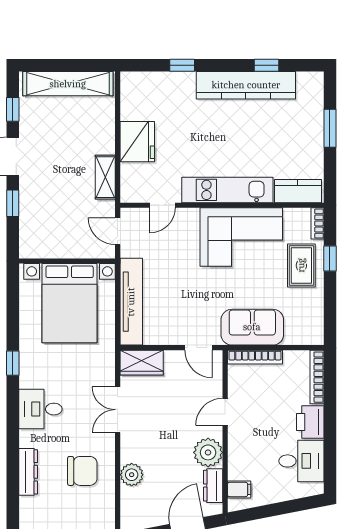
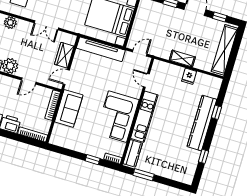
kitchen counter: (246, 85) -> (202, 123), moved
window: (330, 128) -> (144, 175), moved
fridge: (137, 142) -> (189, 76), width x0.53, depth x0.75
shelving: (105, 177) -> (182, 59), moved
rug: (301, 265) -> (93, 144), removed
wardrobe: (142, 363) -> (64, 55), moved
double door: (118, 410) -> (46, 25), swing flipped
door: (225, 412) -> (29, 81), swing flipped

